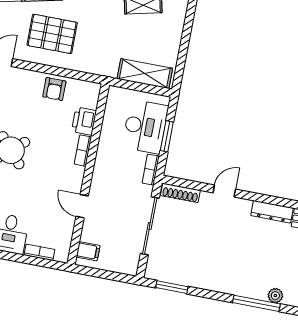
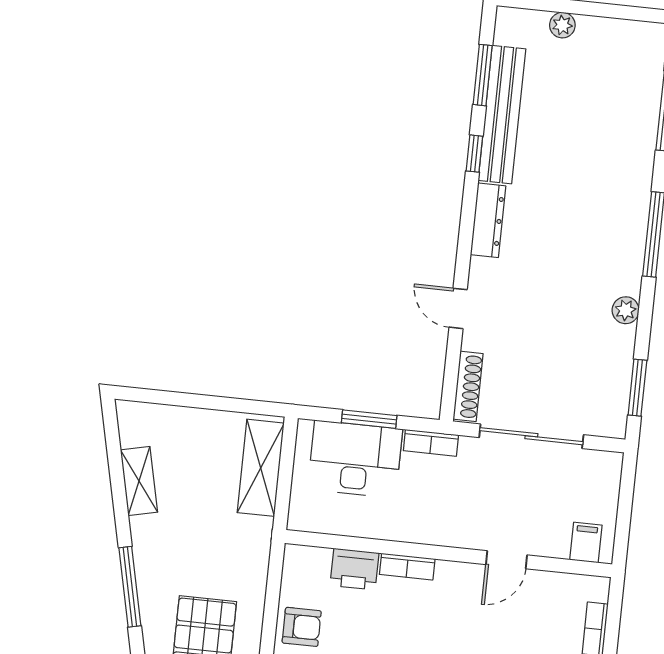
plant: (275, 296) -> (626, 310), moved

